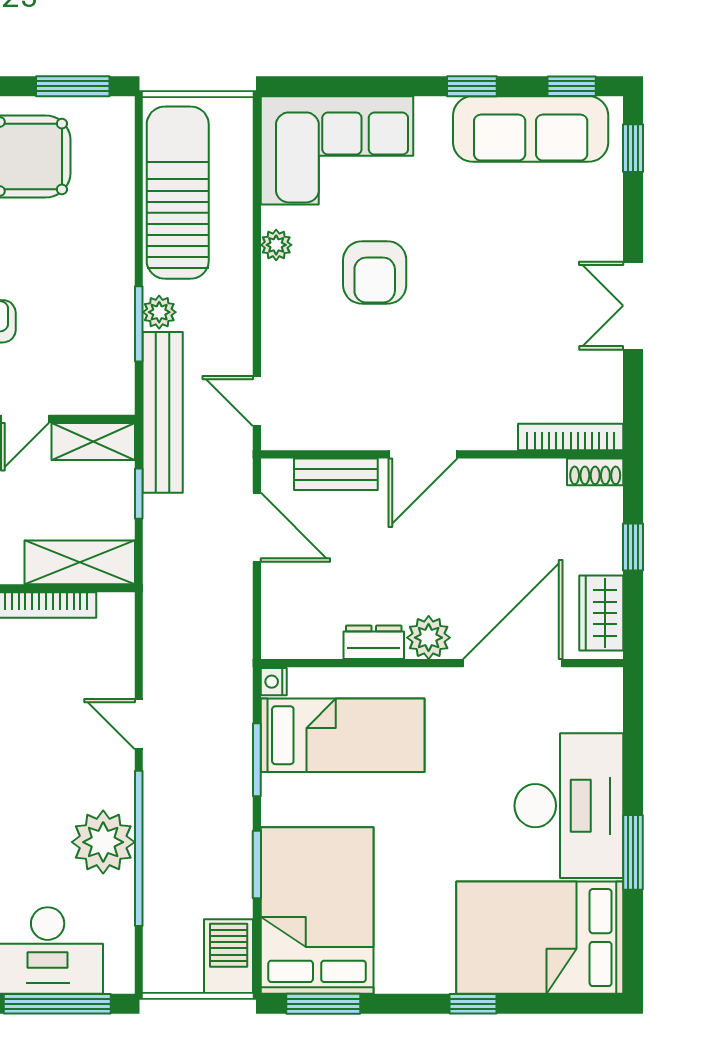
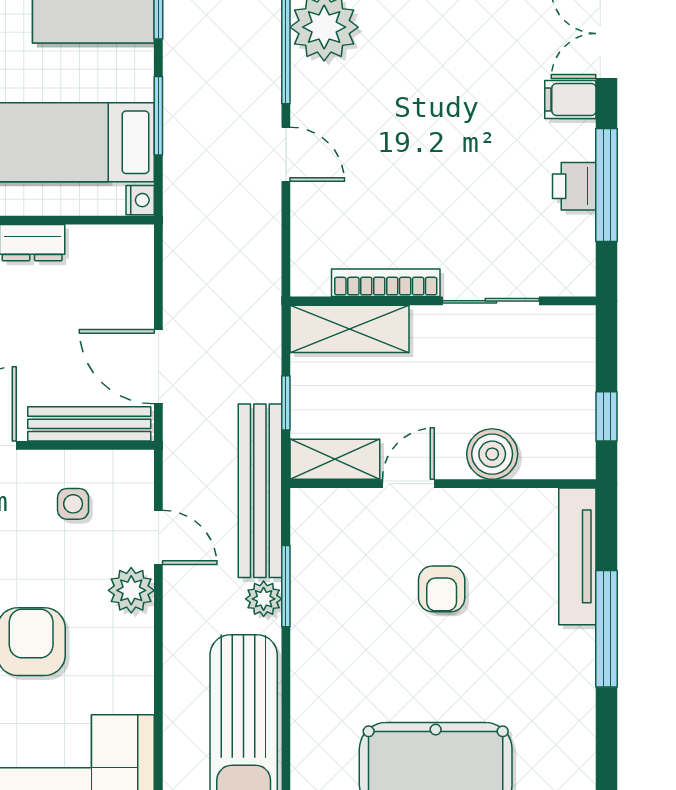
plant: (276, 245) -> (131, 590), moved, width x1.38, depth x1.38
side table: (336, 400) -> (73, 504), added
door: (257, 401) -> (158, 537), moved
bench: (336, 474) -> (89, 424), width x1.36

